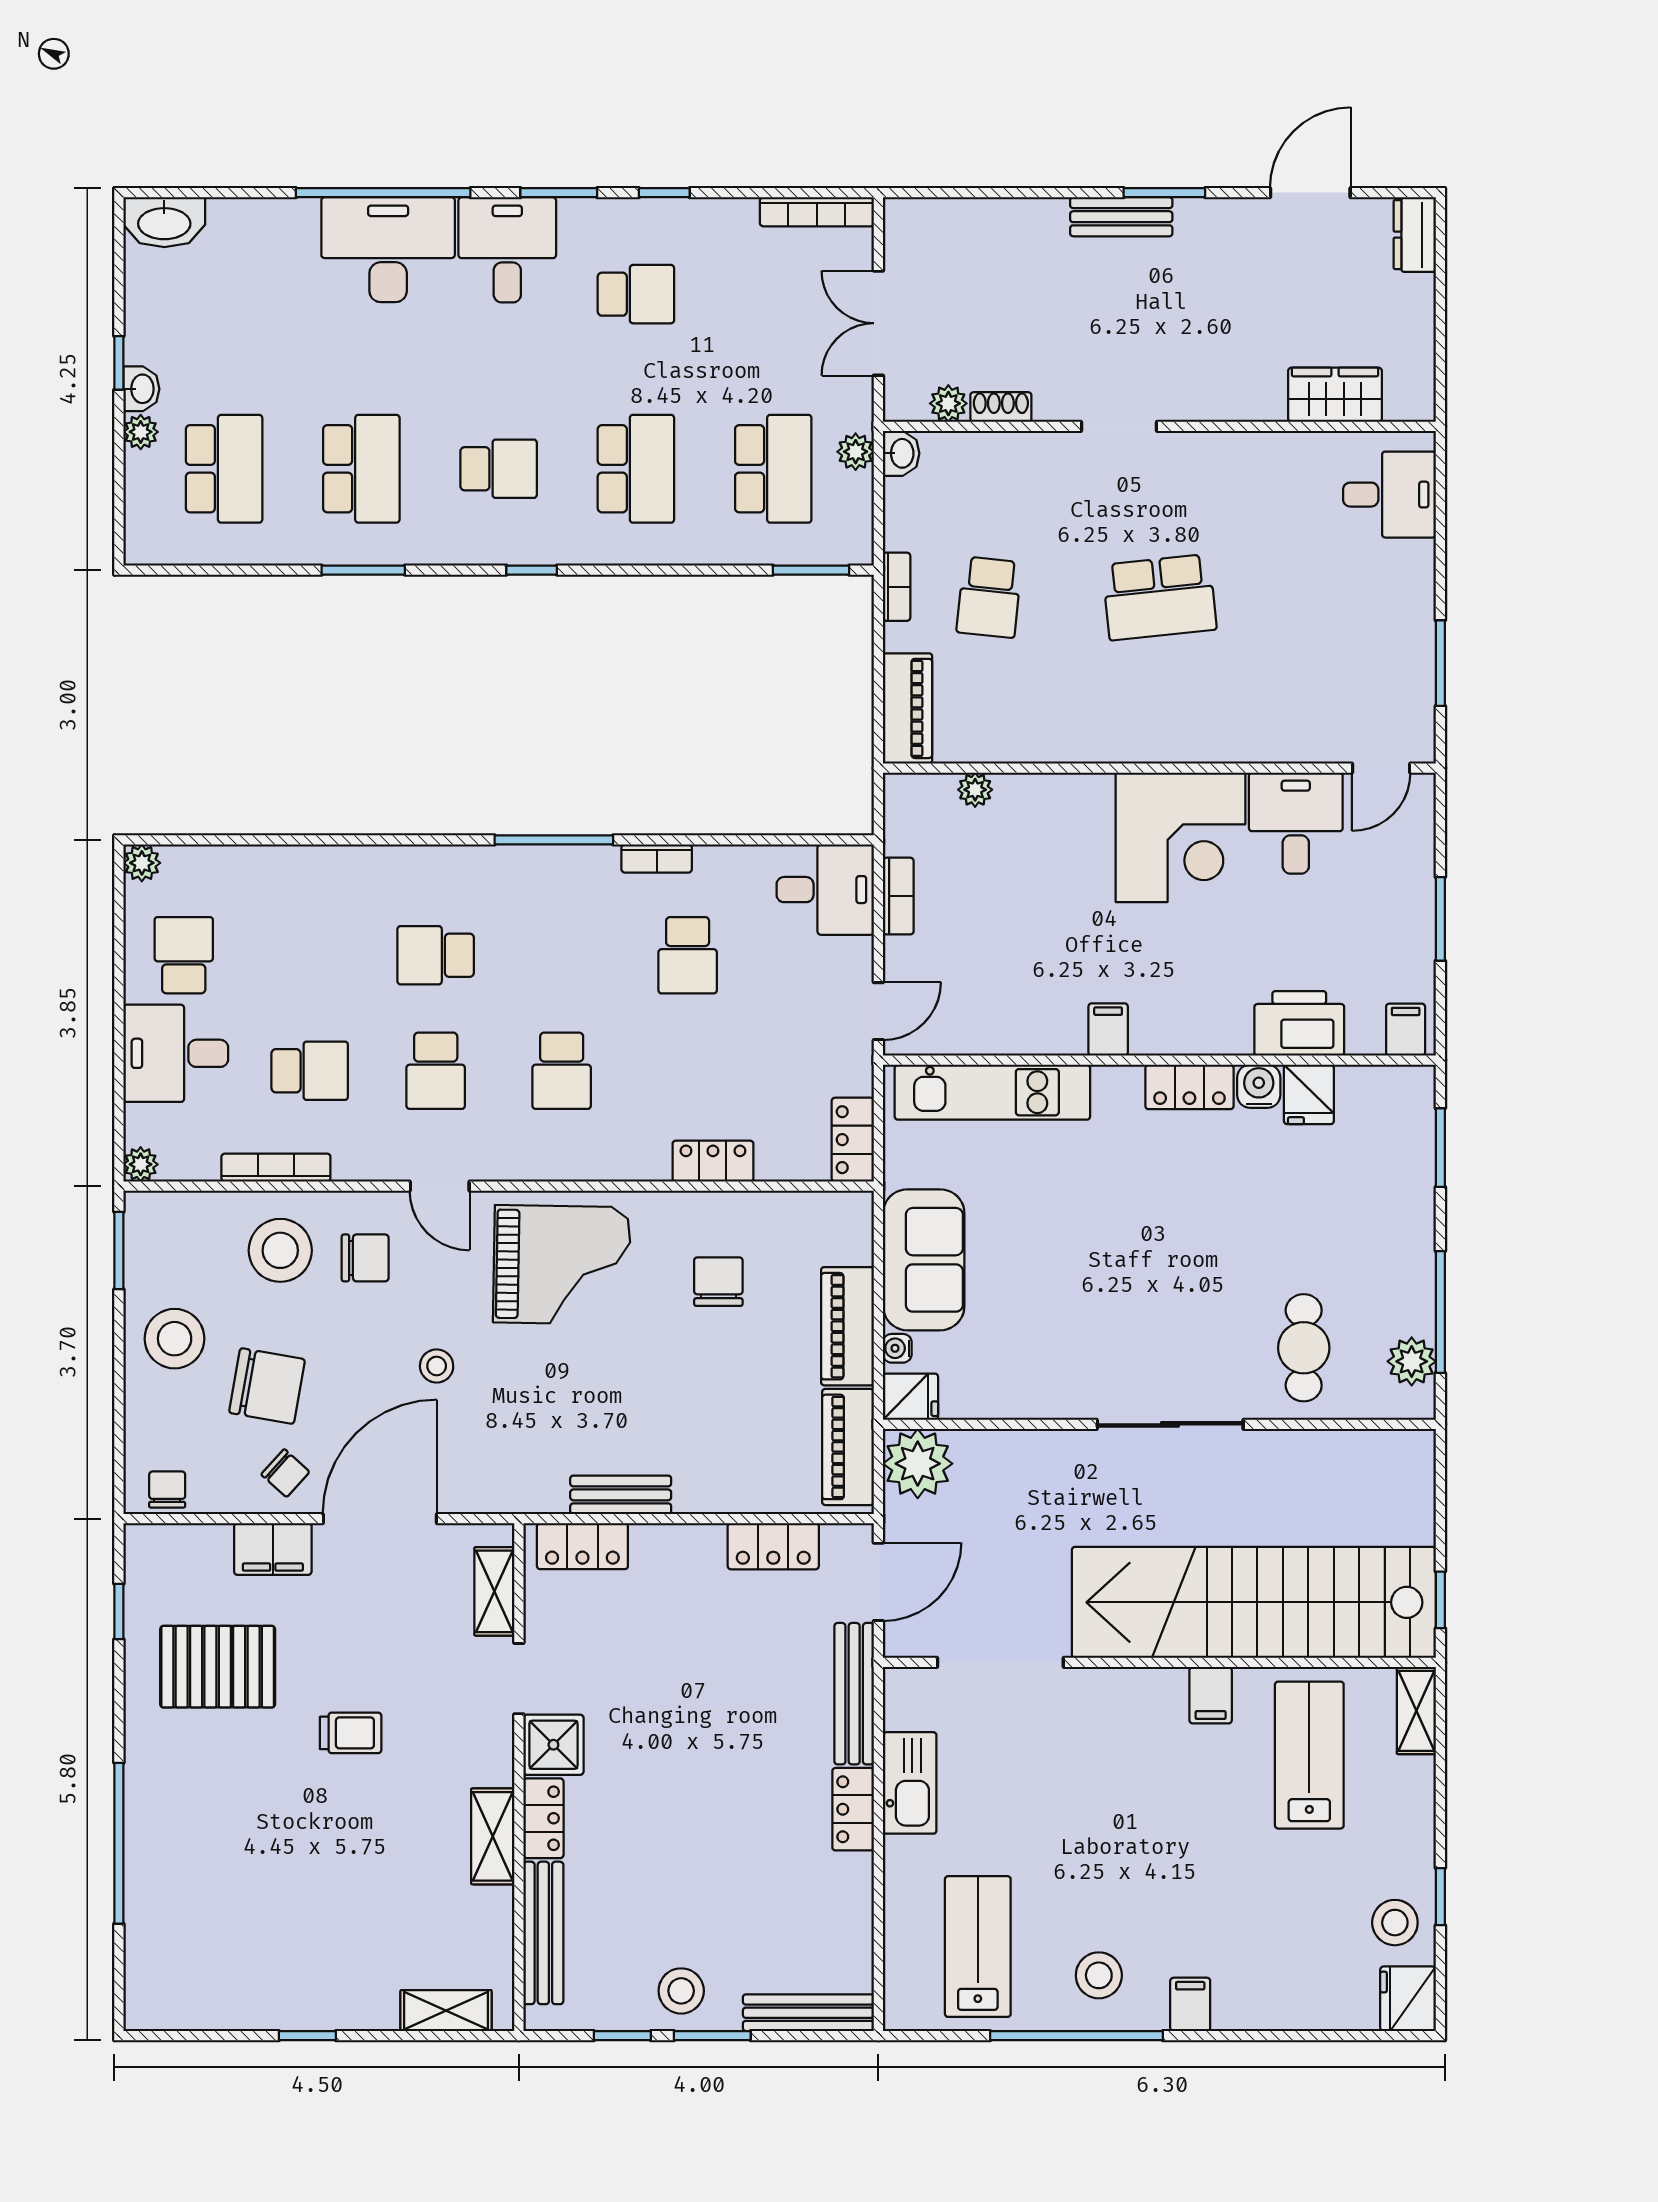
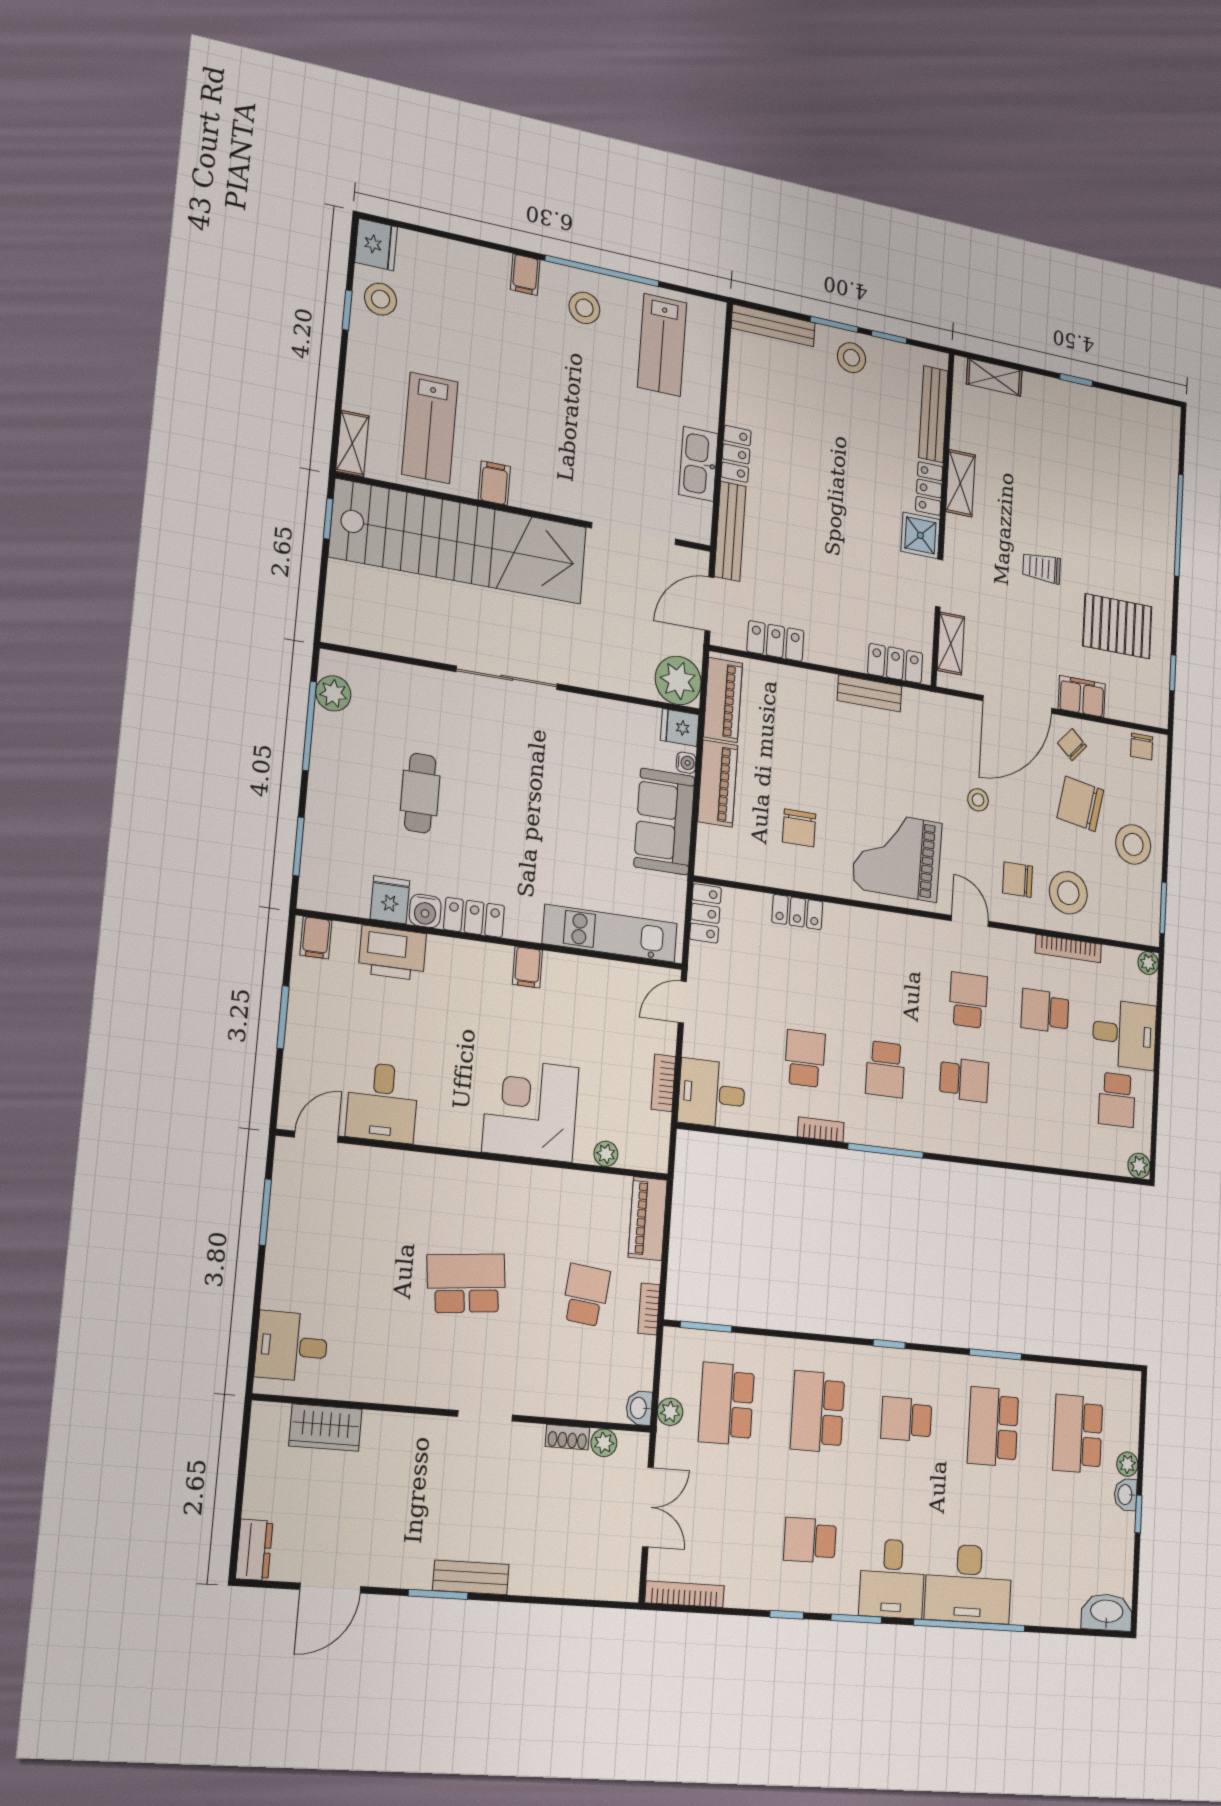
corner desk: (1180, 837) -> (530, 1110), moved
school desk: (562, 1071) -> (885, 1069), moved, turned 180
cafe table: (1304, 1348) -> (420, 793), moved

